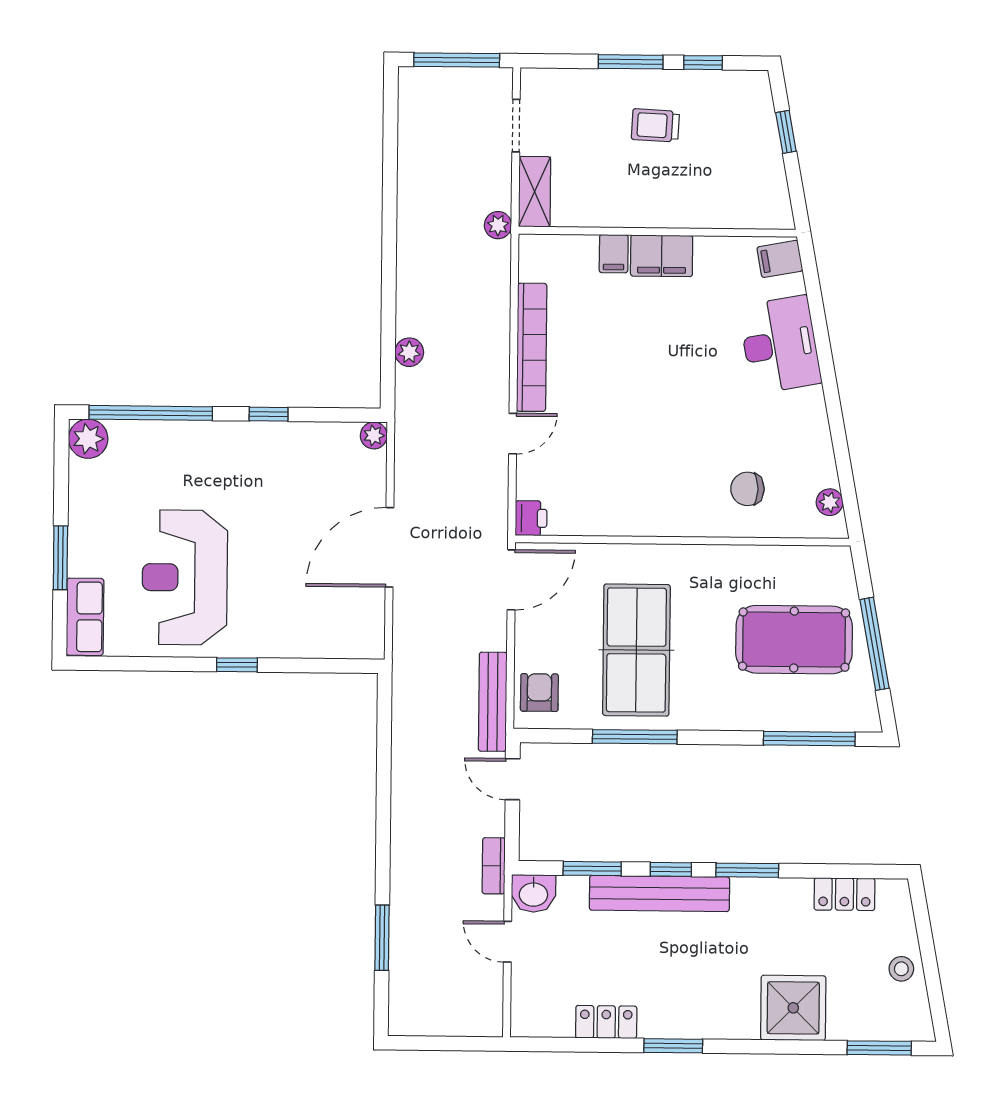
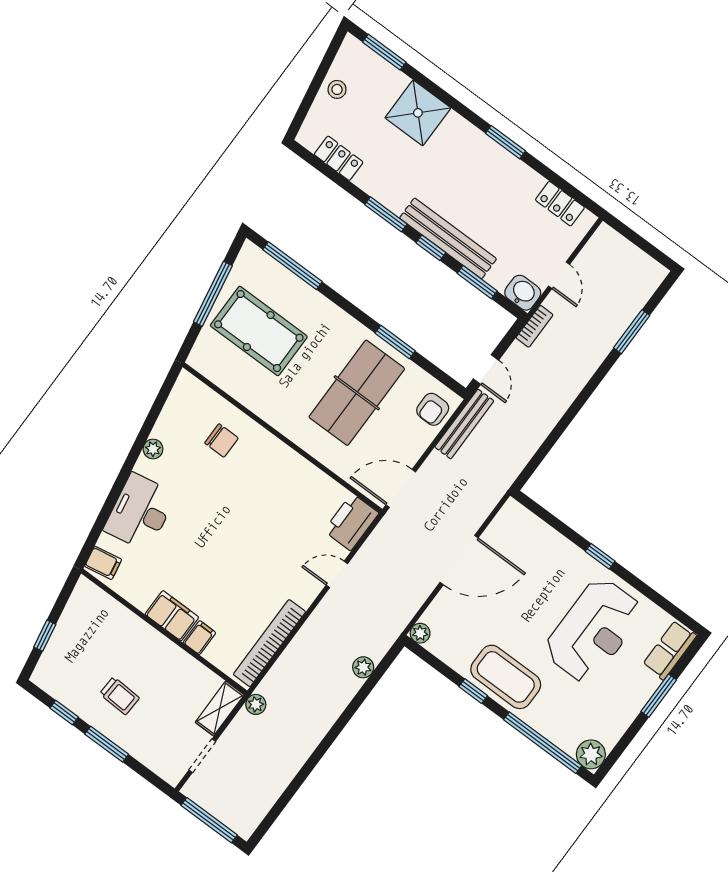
bookcase: (532, 347) -> (269, 643), moved
coffee table: (244, 456) -> (506, 677), added
plant: (830, 502) -> (153, 449), moved
printer: (531, 518) -> (351, 522), width x1.87, depth x1.48
window: (635, 737) -> (395, 342), width x0.69
locker: (606, 1022) -> (560, 204), moved

